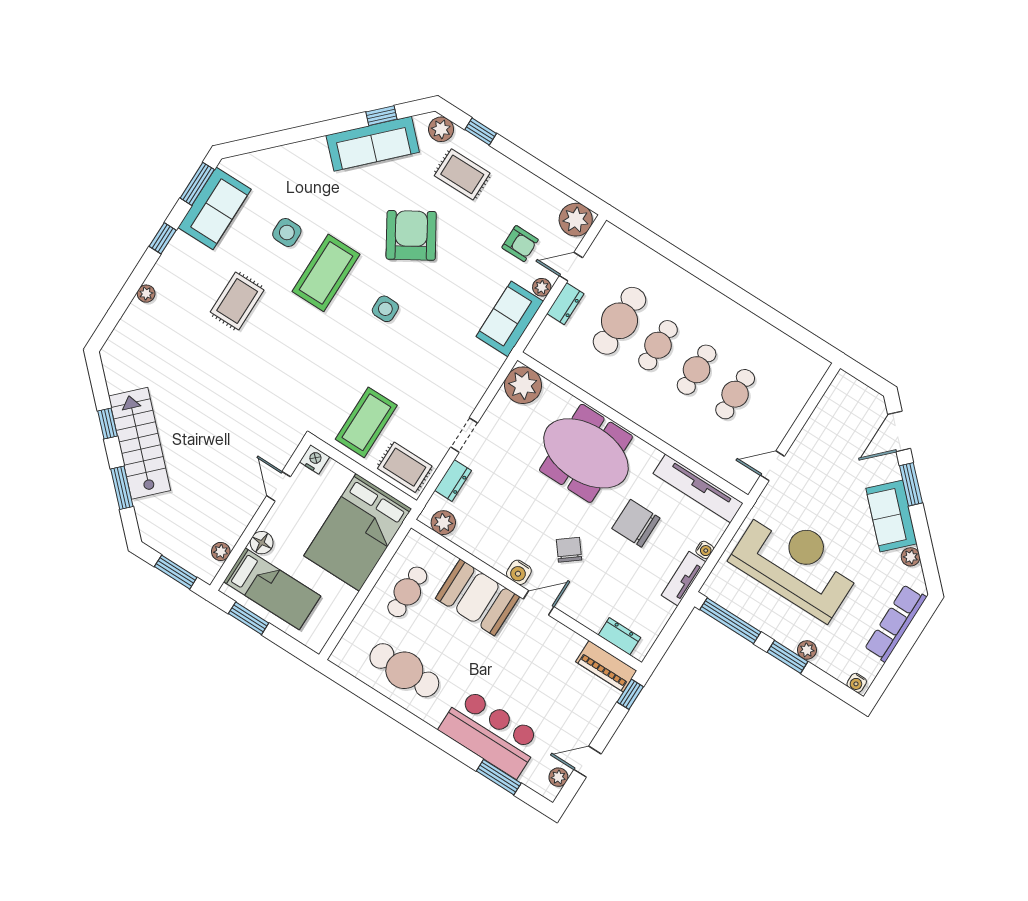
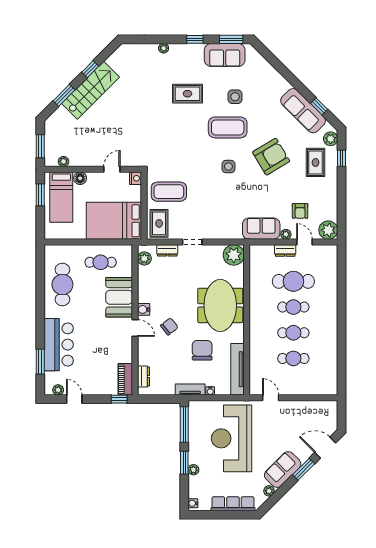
reception desk: (796, 563) -> (232, 438), turned 180

